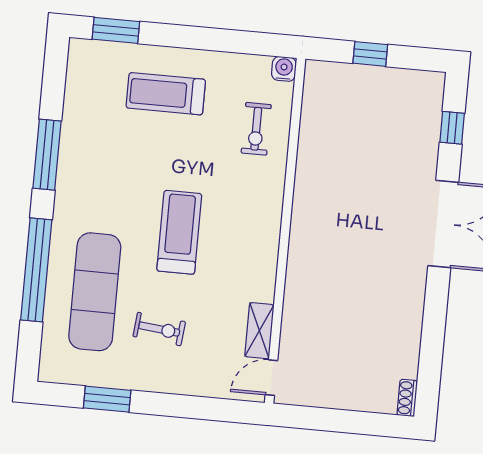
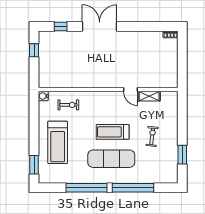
window: (370, 54) -> (34, 50), moved
treadmill: (166, 94) -> (58, 142), width x1.37, depth x1.38
window: (47, 155) -> (86, 188), width x1.46
exercise mat: (95, 292) -> (111, 159), moved
door: (271, 378) -> (131, 90), moved

